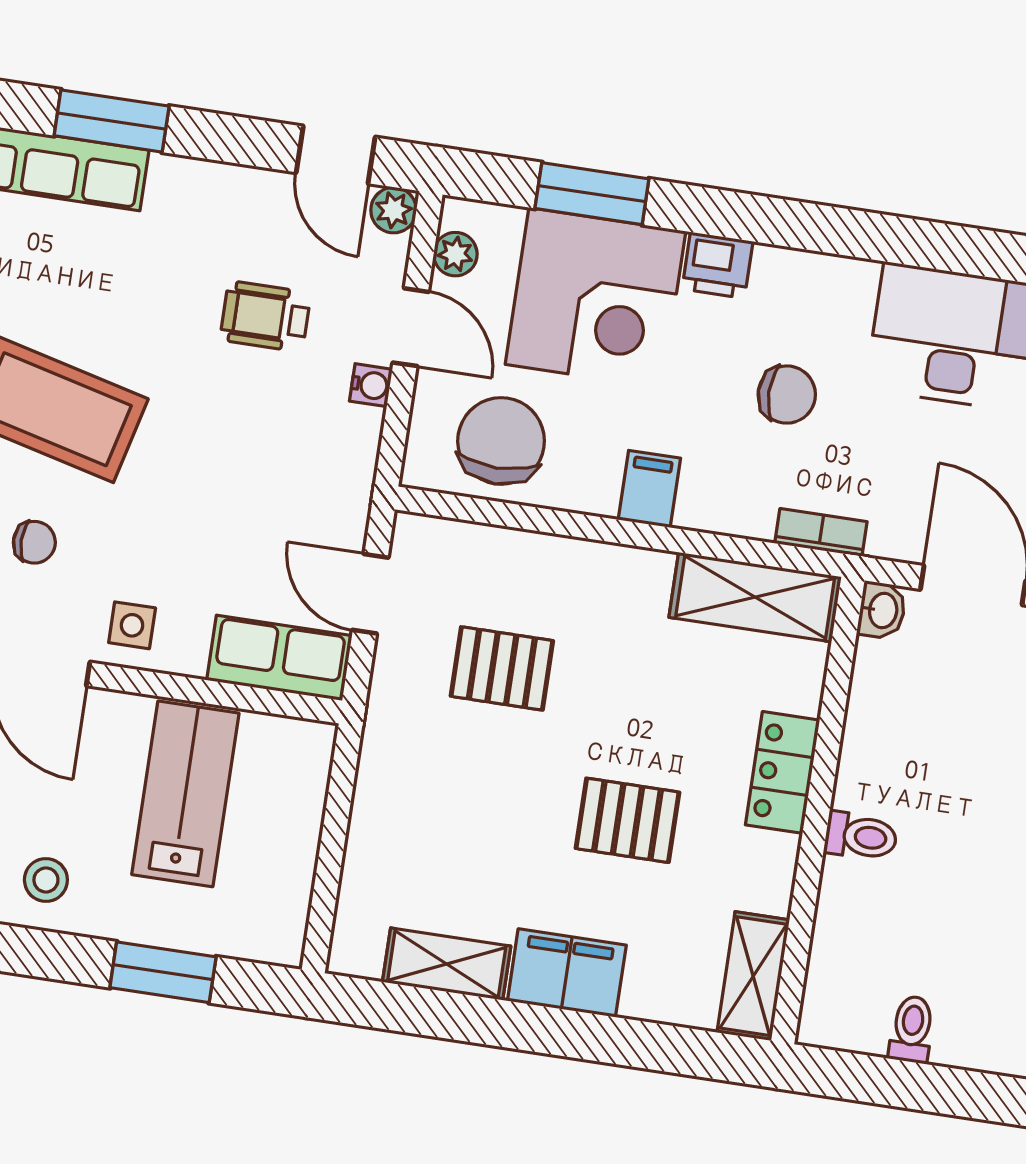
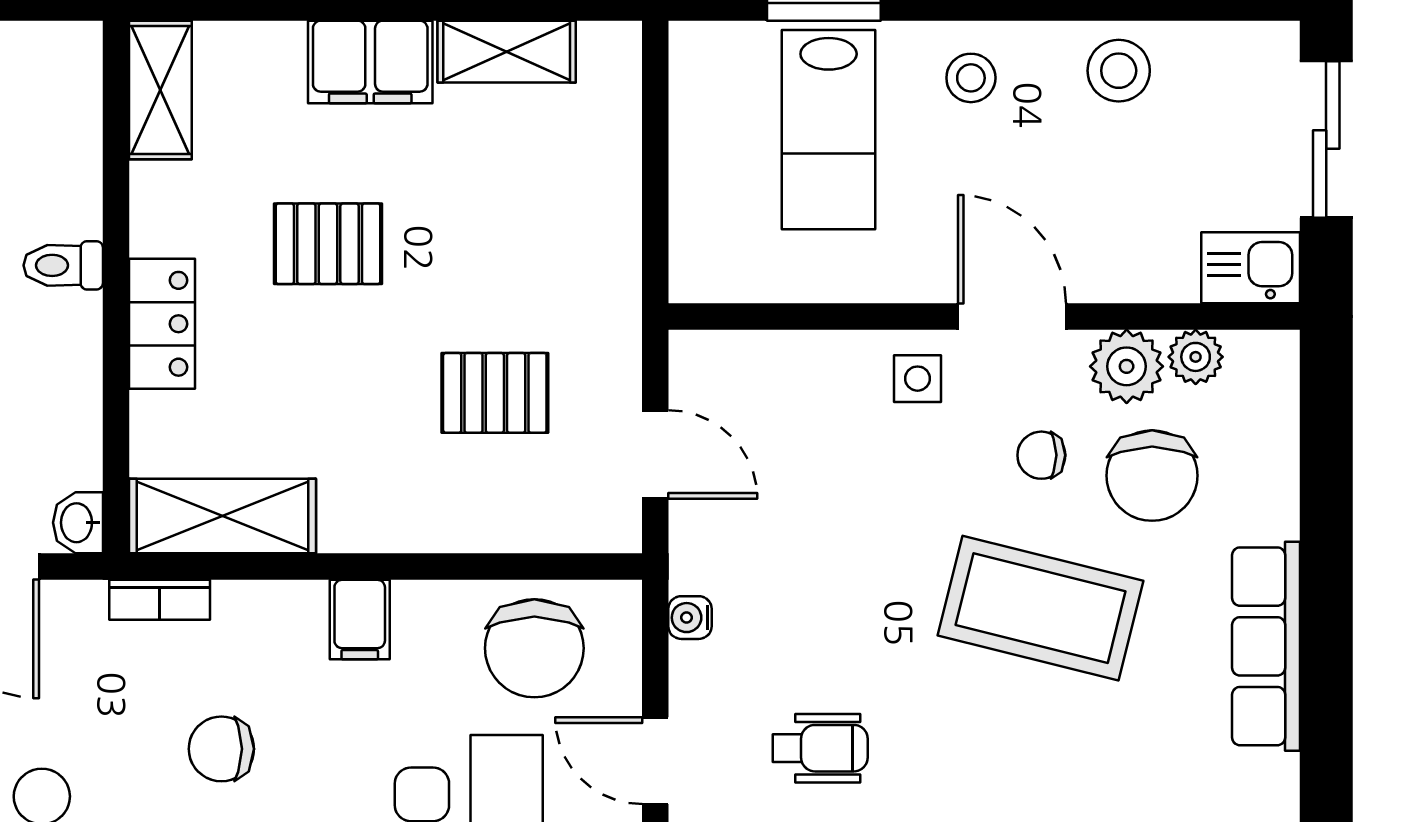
water cooler: (371, 385) -> (690, 618), moved
row of seats: (279, 658) -> (746, 367), removed
lab bench: (185, 794) -> (829, 130), moved

